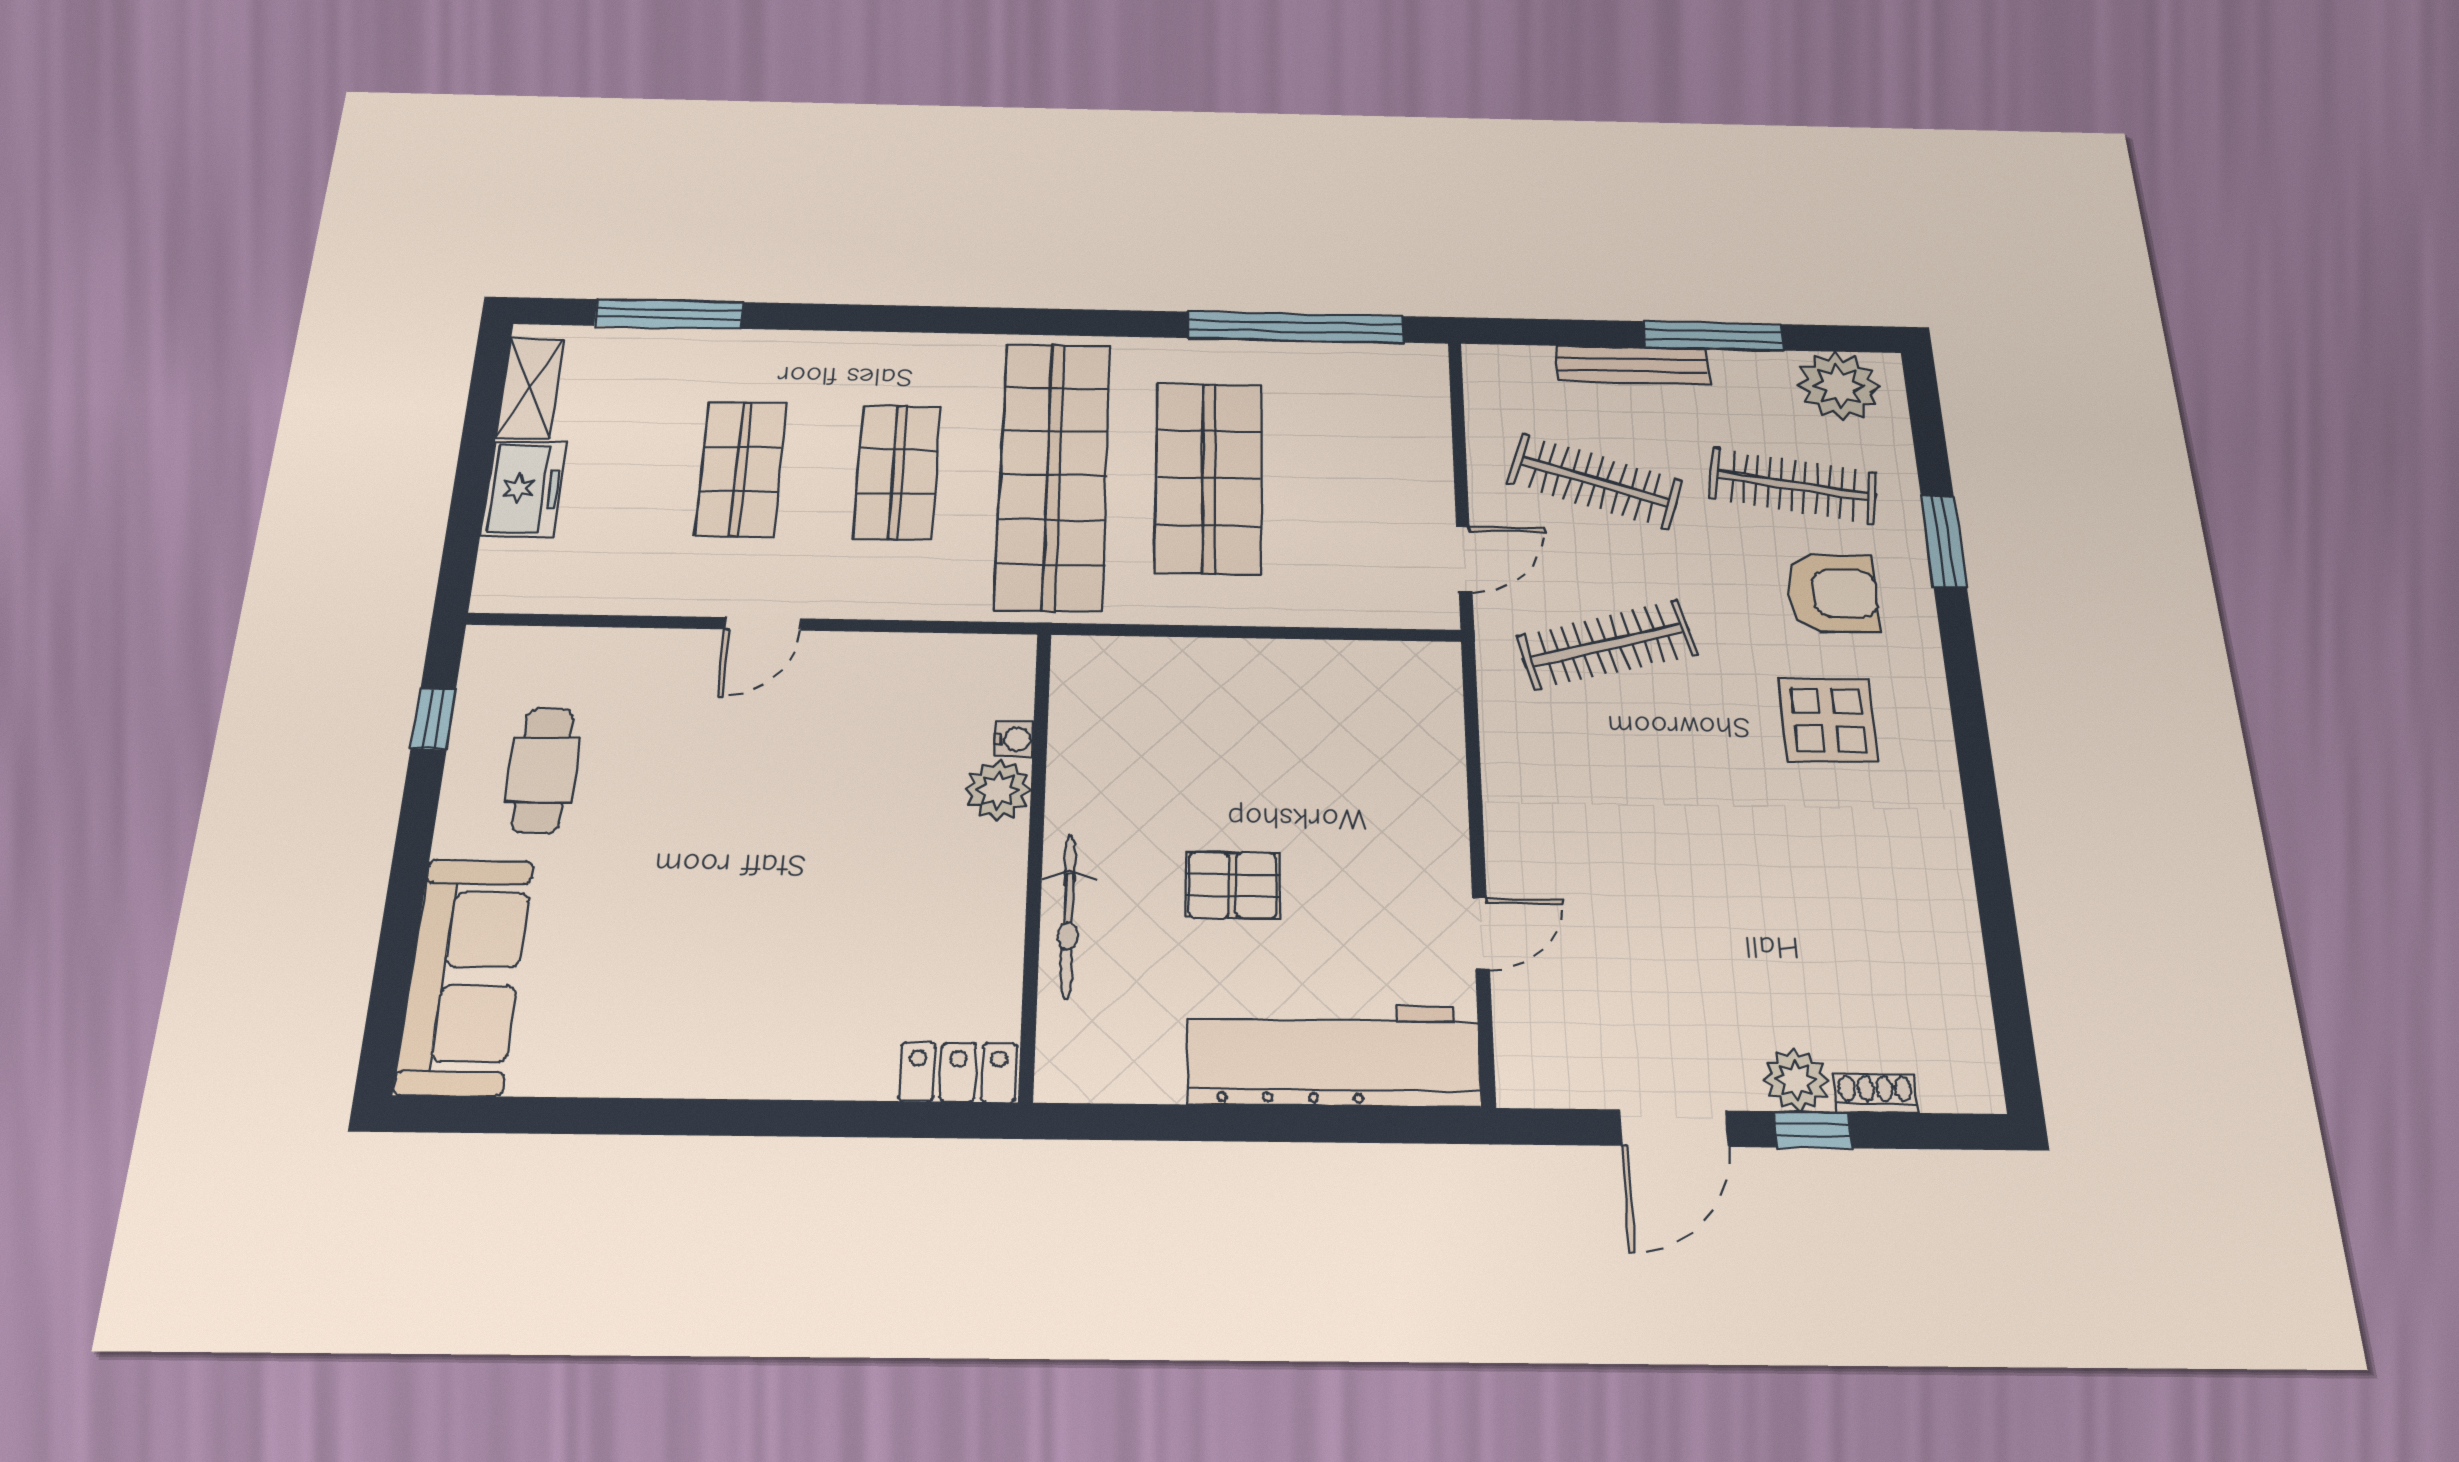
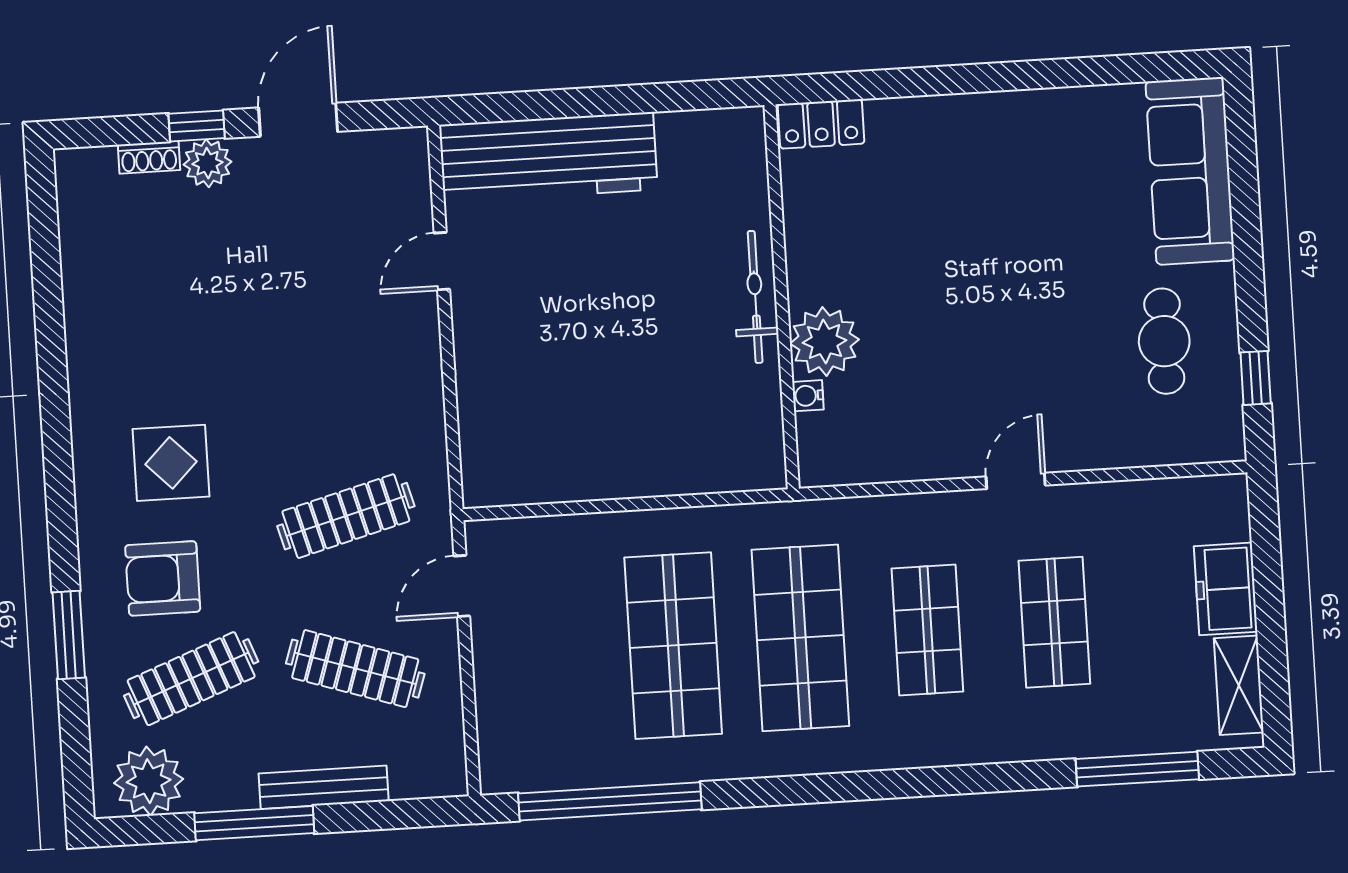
shop shelf: (1053, 475) -> (800, 638), width x0.71
clothes rail: (1793, 485) -> (191, 679), turned -30
plant: (998, 790) -> (824, 341), width x1.36, depth x1.36
pallet: (1233, 885) -> (631, 286), removed
bicycle: (1068, 916) -> (755, 297), moved

